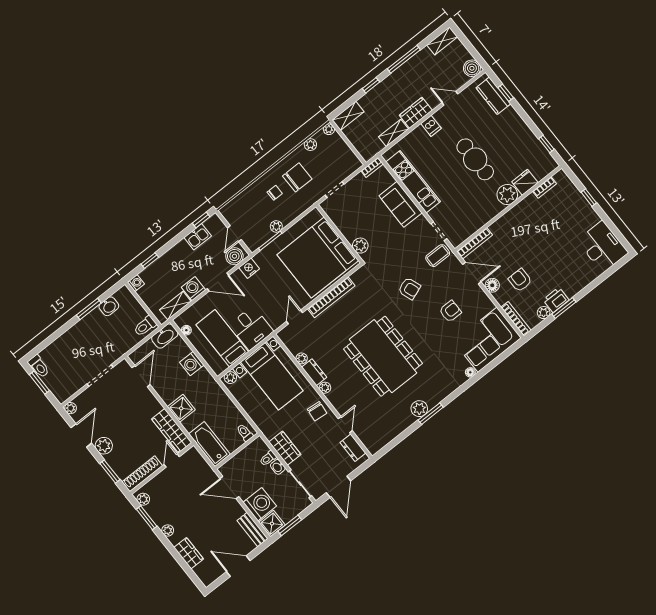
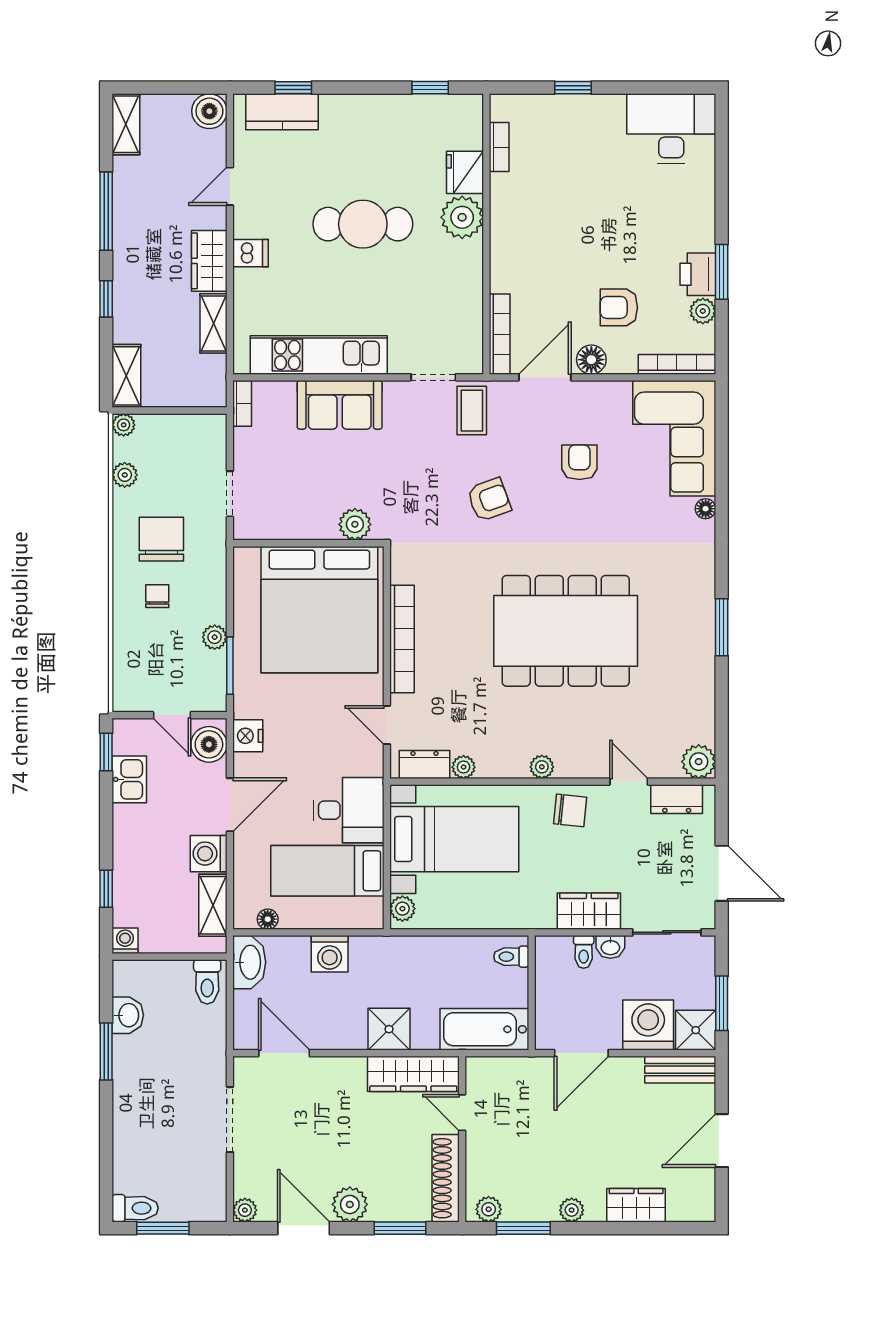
dresser: (314, 372) -> (425, 764), moved
plant: (419, 409) -> (699, 762), moved

